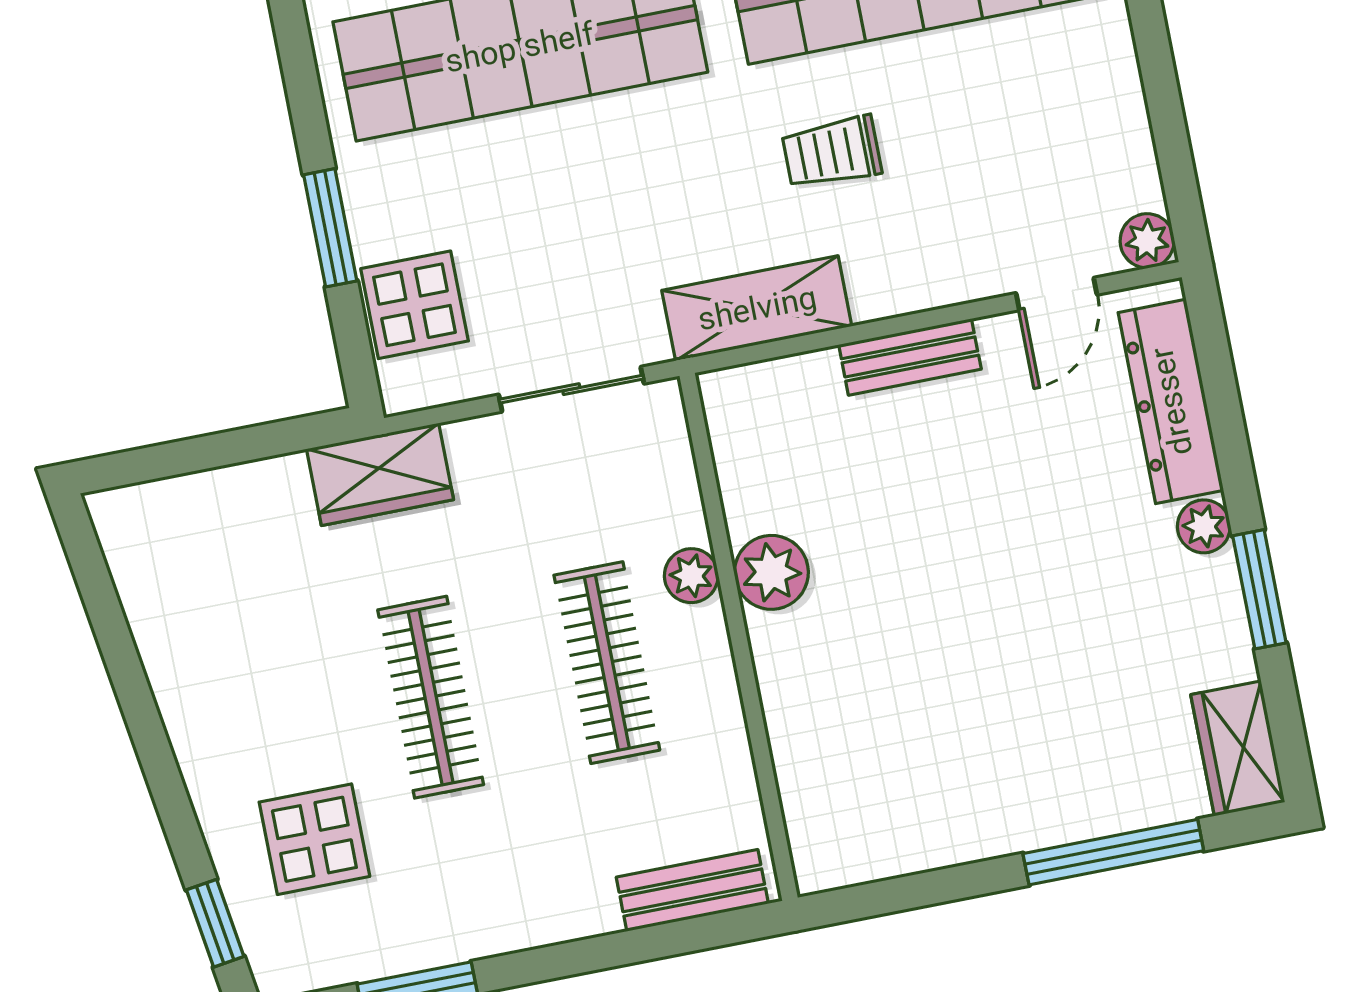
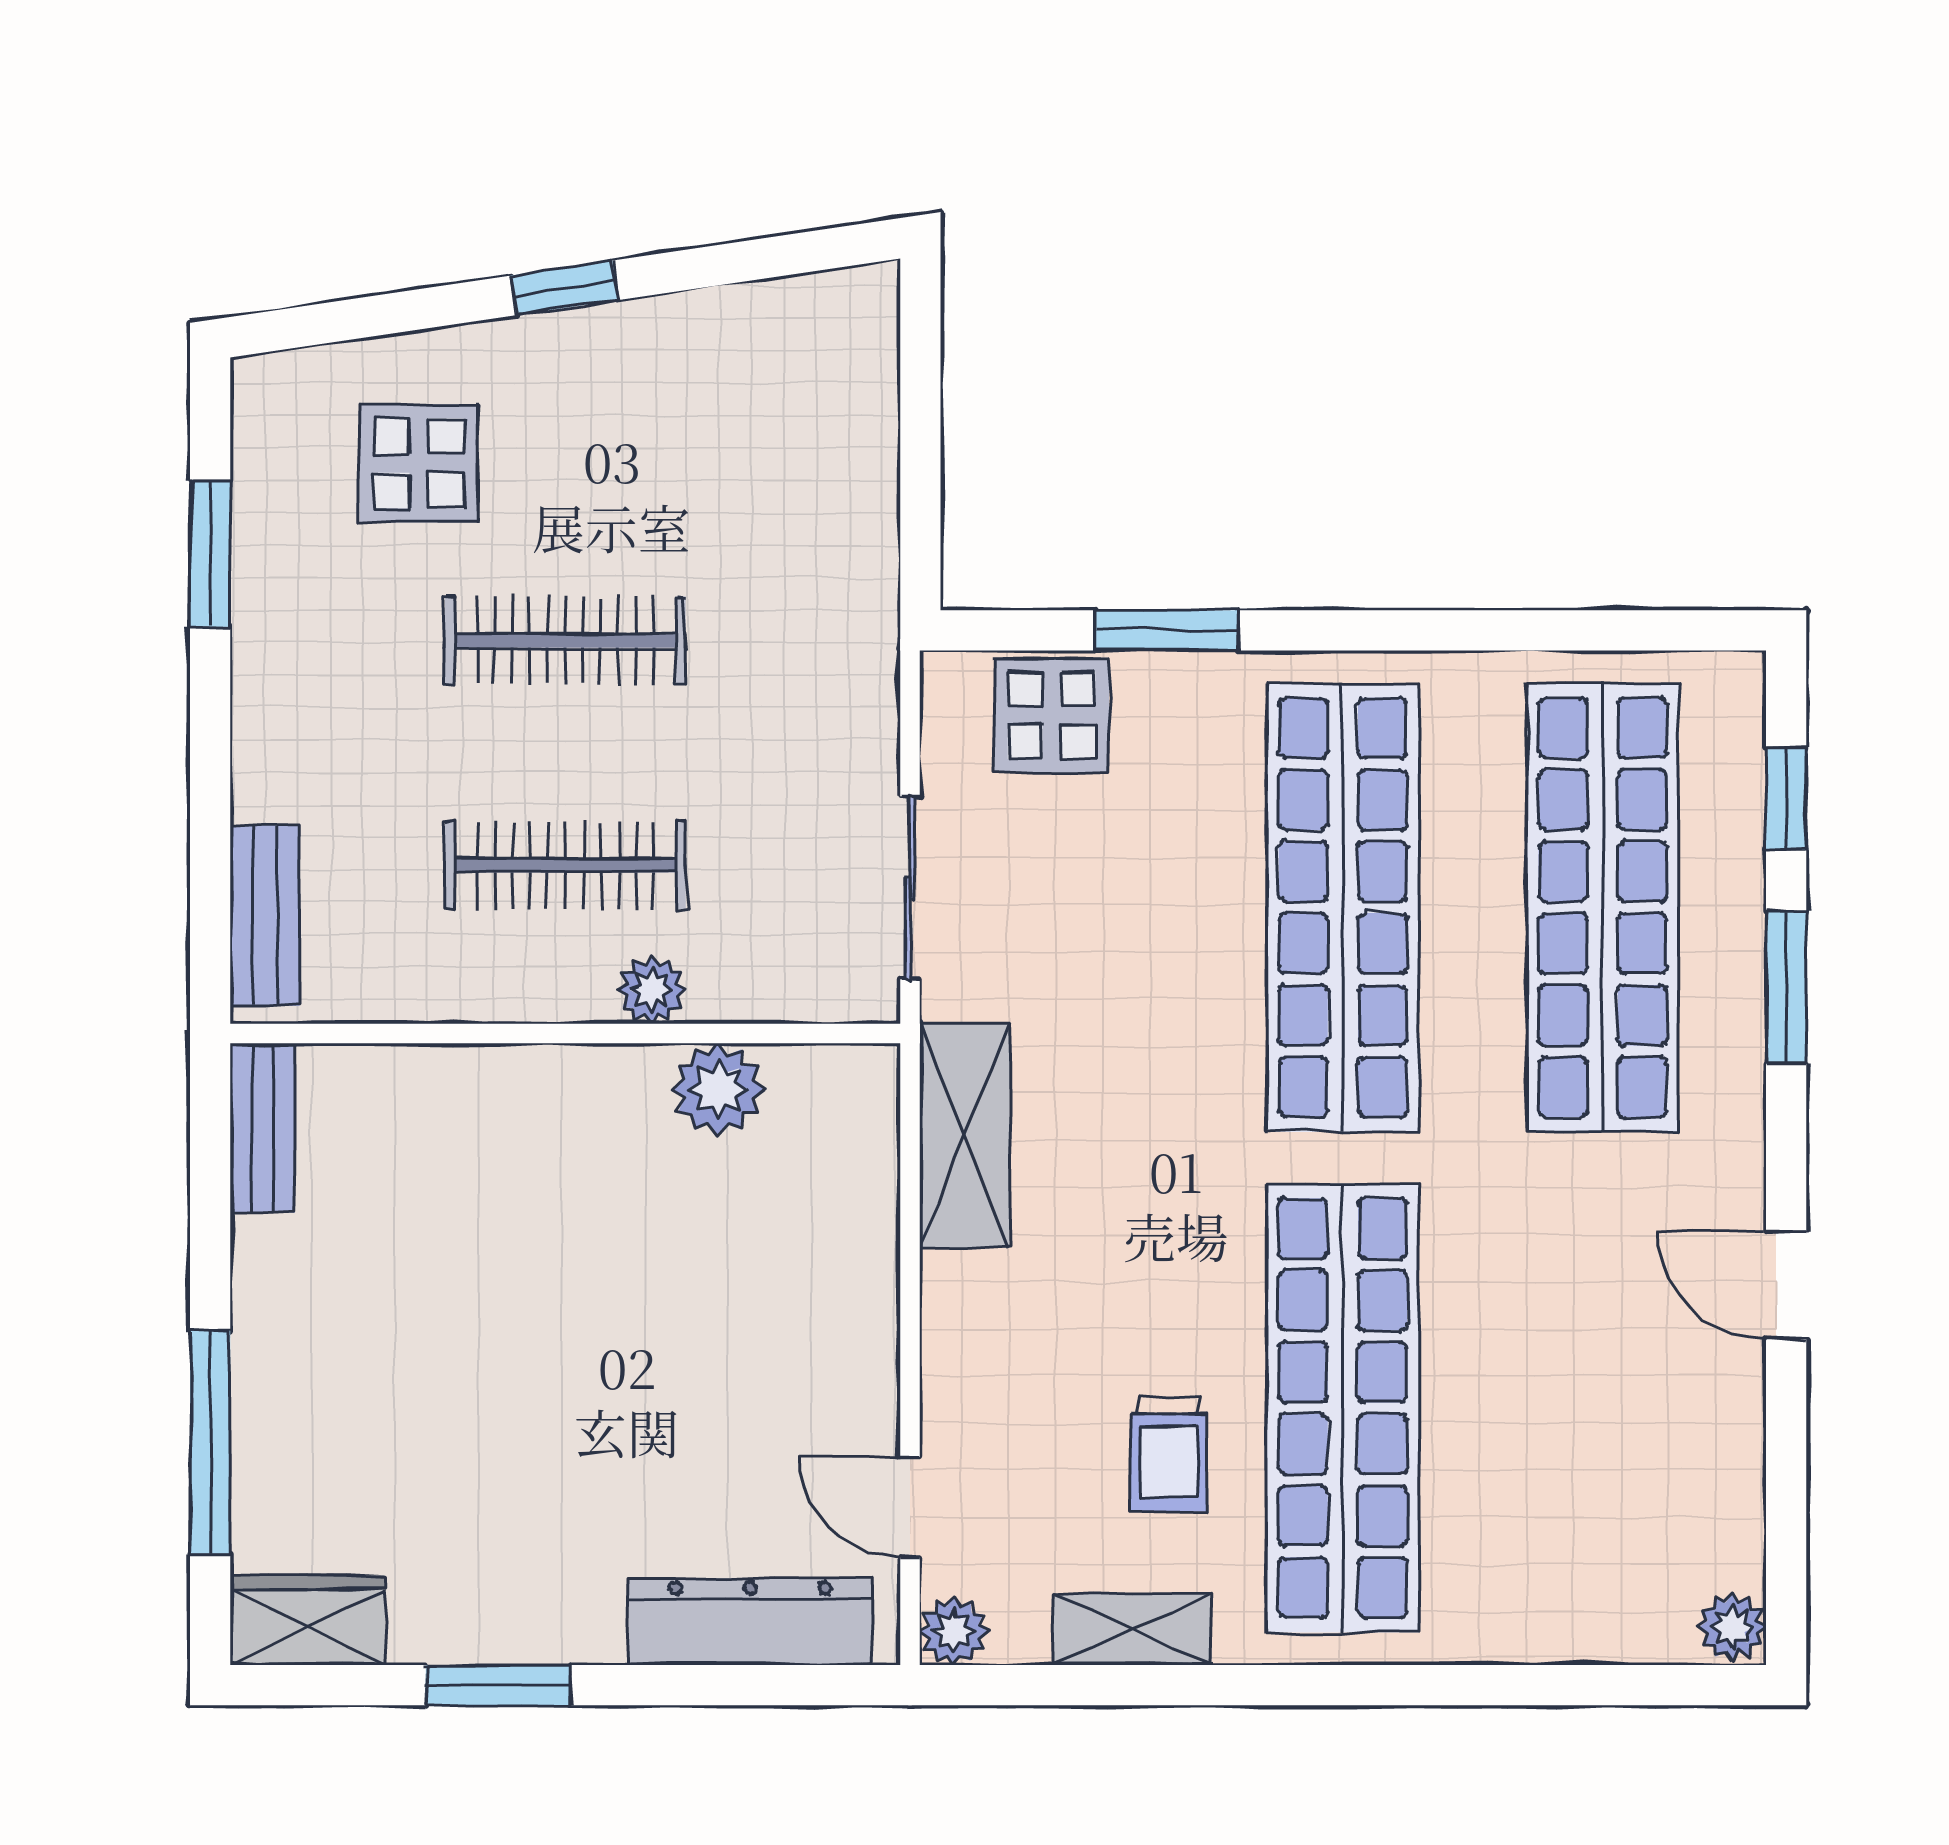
shelving: (1118, 101) -> (1132, 1630), added
trolley: (832, 152) -> (1169, 1454), moved, turned 180
bench: (910, 357) -> (263, 1128), moved
wardrobe: (380, 474) -> (851, 632), removed
plant: (1204, 526) -> (589, 1632), removed
plant: (771, 572) -> (718, 1089), moved
window: (215, 923) -> (564, 288), moved

